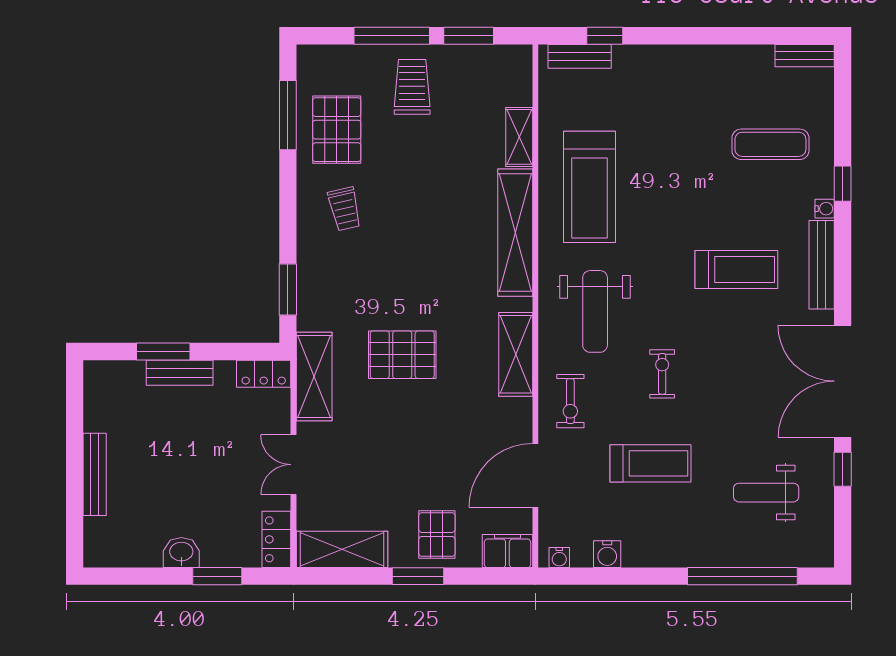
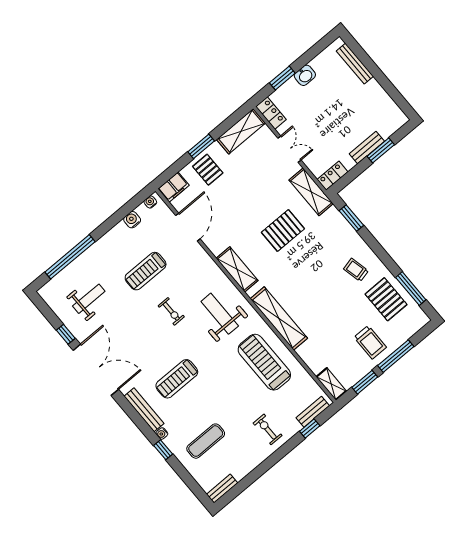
shelving: (519, 137) -> (331, 384), moved
exercise bike: (570, 401) -> (268, 429), moved
bench: (95, 474) -> (355, 64), moved

